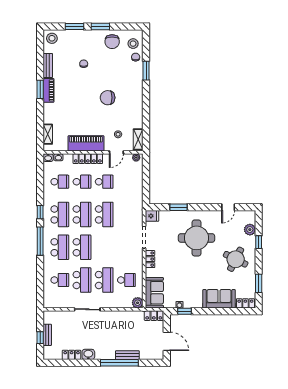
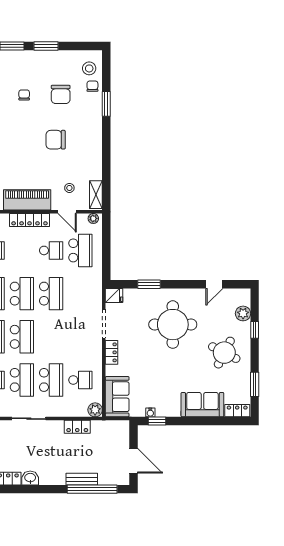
chair: (112, 42) -> (61, 94), moved
door: (116, 152) -> (67, 212), hinge flipped
school desk: (82, 182) -> (80, 250), moved, width x1.85
locker: (154, 316) -> (77, 427), moved
window: (119, 363) -> (92, 489), moved

